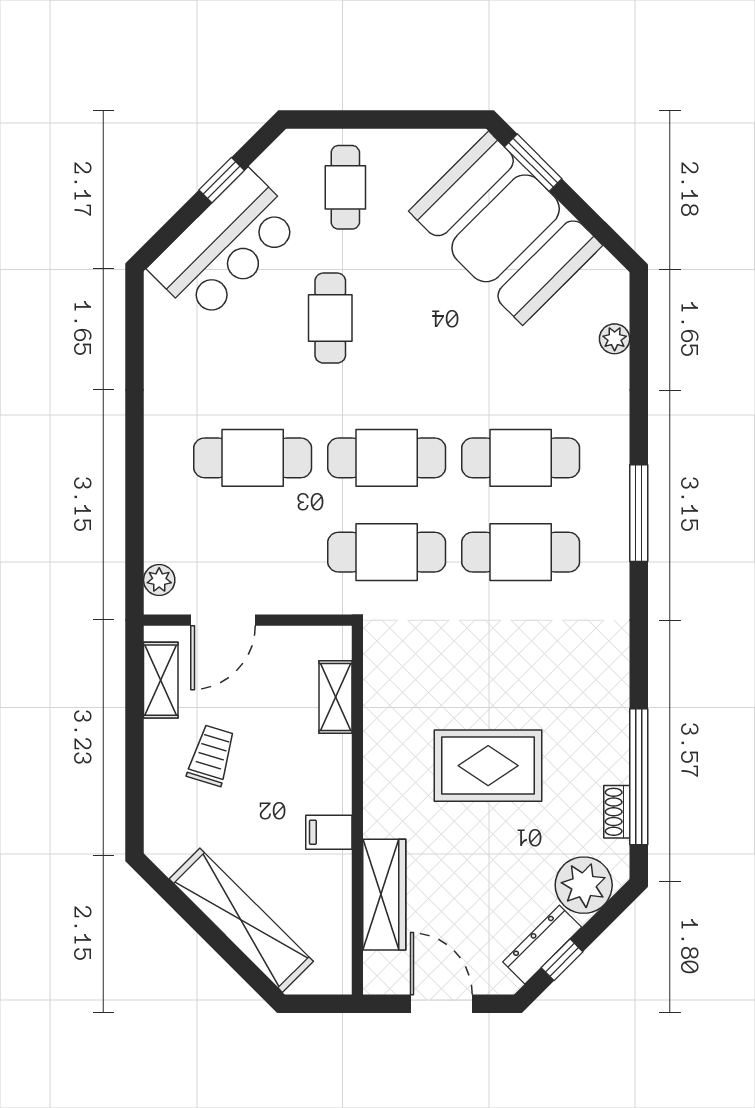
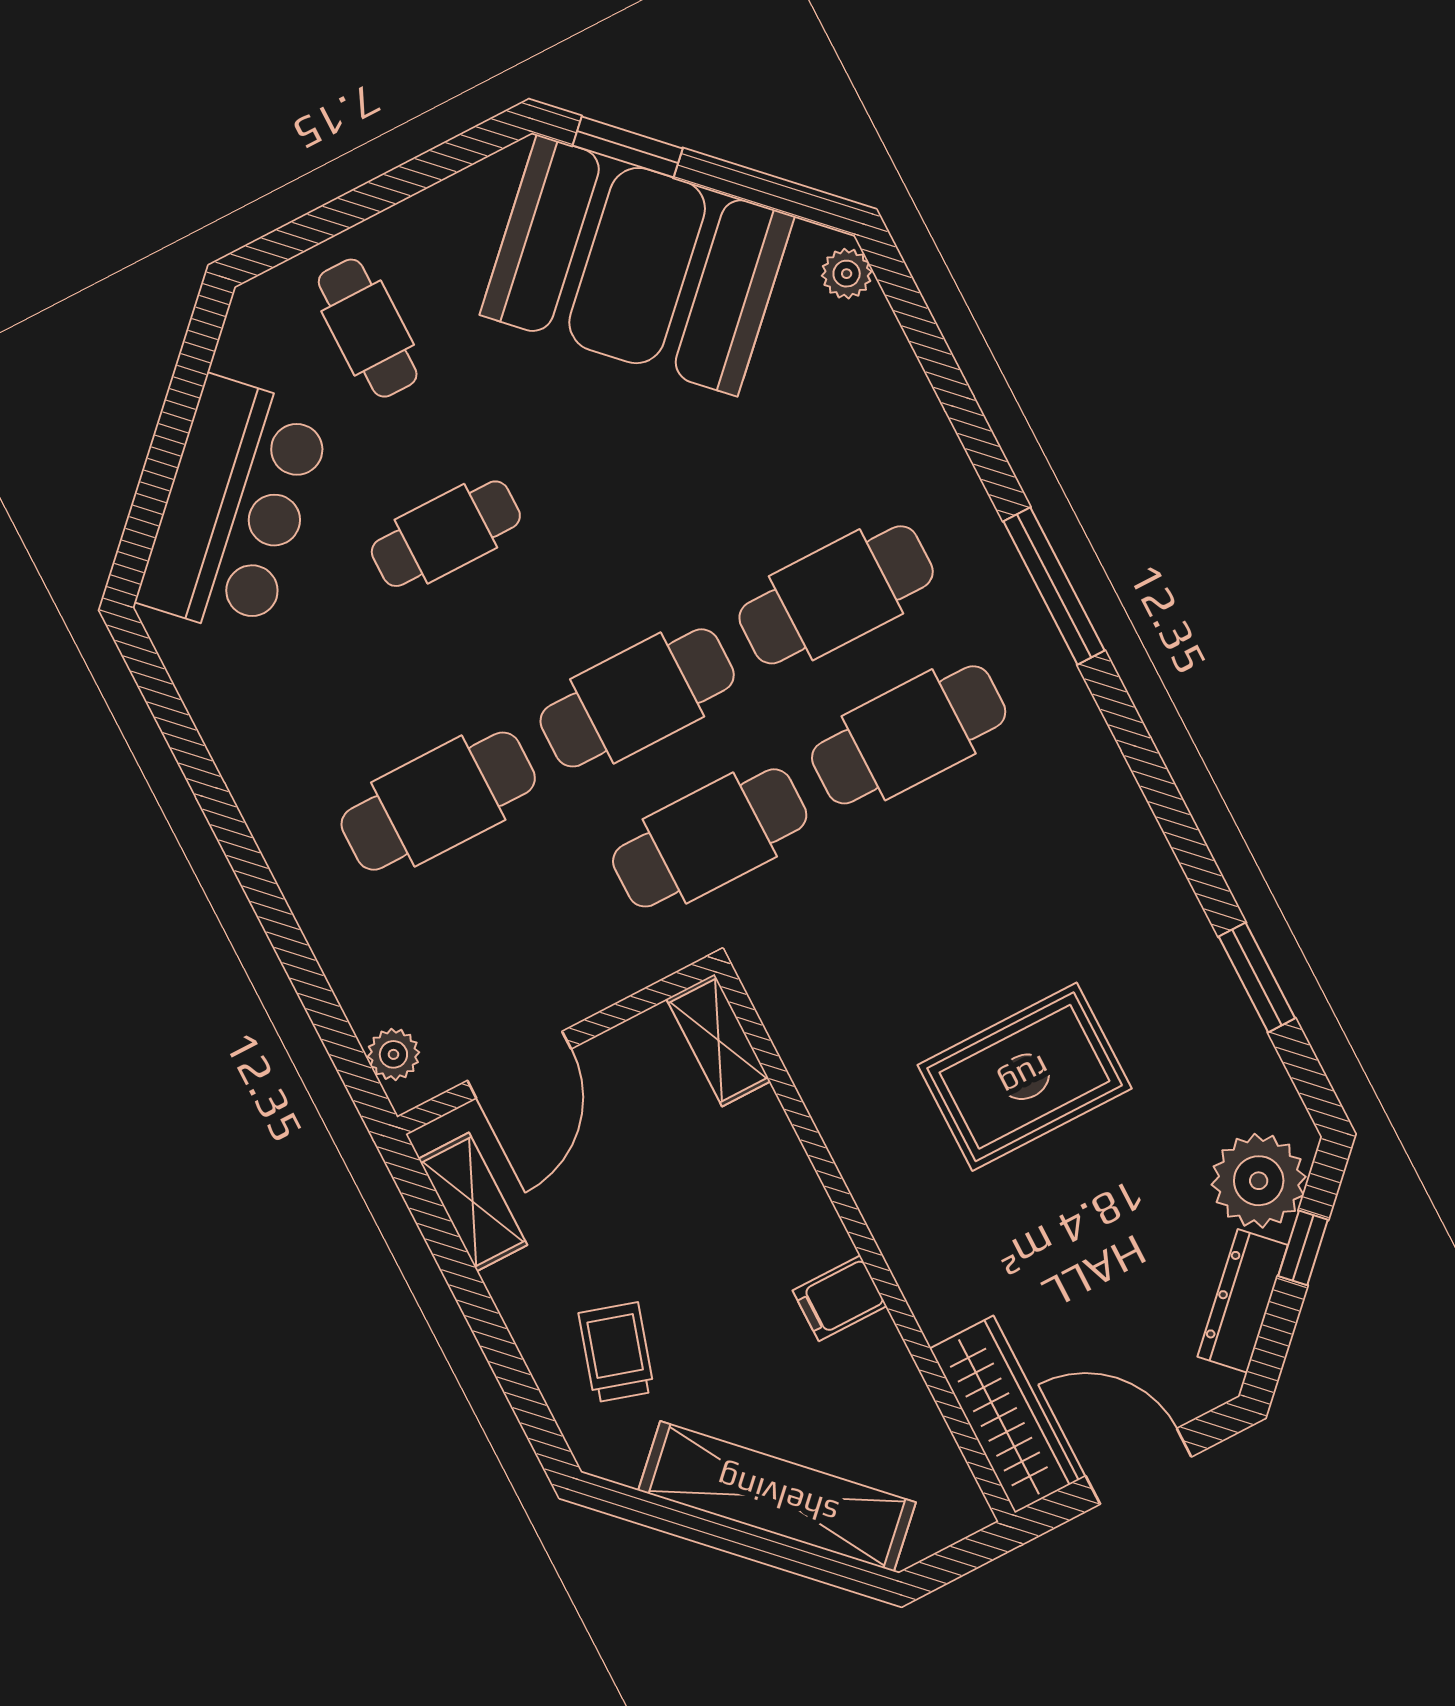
window: (222, 180) -> (178, 413), removed
cafe table: (330, 318) -> (446, 534), turned 90
plant: (615, 339) -> (847, 274), moved
shelving: (336, 697) -> (718, 1040), moved
trolley: (211, 756) -> (616, 1352), moved
window: (639, 777) -> (1257, 977), width x0.47
shoe rack: (617, 812) -> (1251, 1046), removed
wardrobe: (384, 895) -> (1004, 1414), moved
window: (562, 960) -> (1303, 1248), moved

